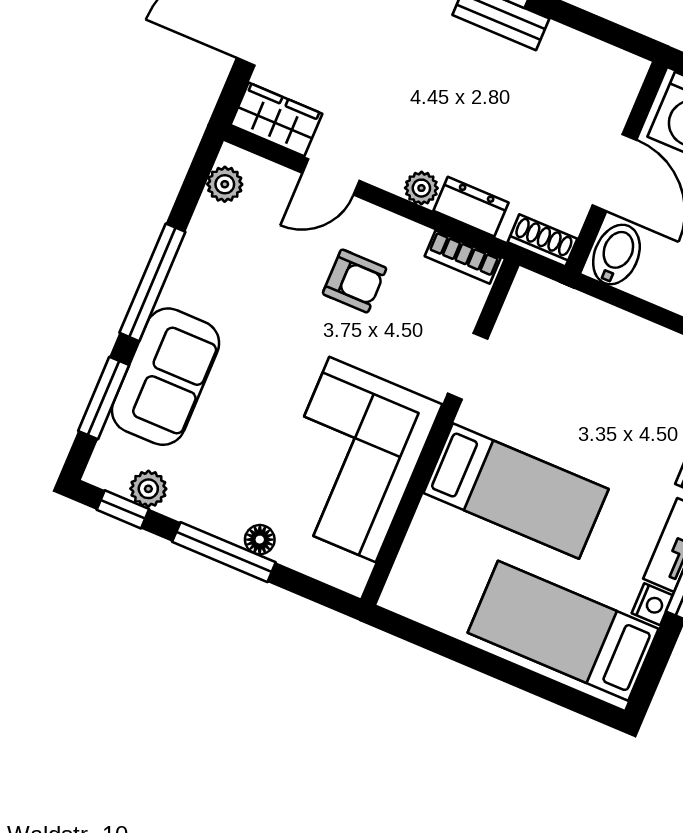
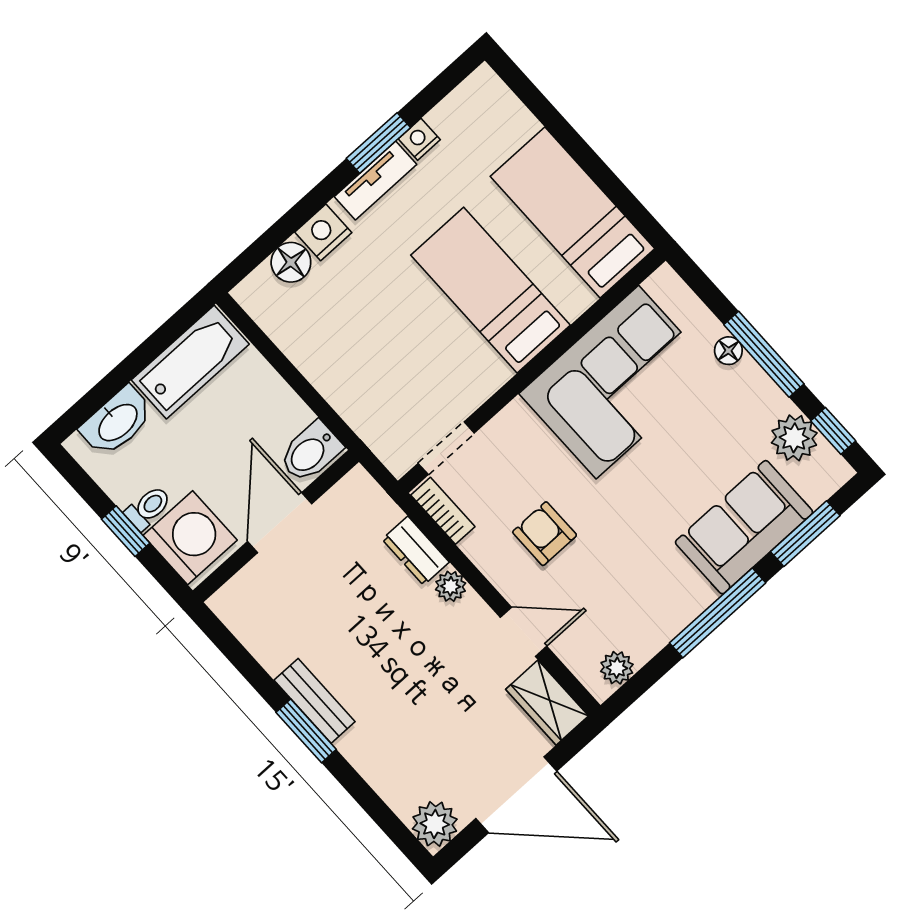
shoe rack: (542, 240) -> (368, 493), removed
doorway: (468, 366) -> (446, 448), moved
plant: (148, 489) -> (794, 438), width x1.38, depth x1.38
bed: (563, 631) -> (573, 213), moved, turned 180

